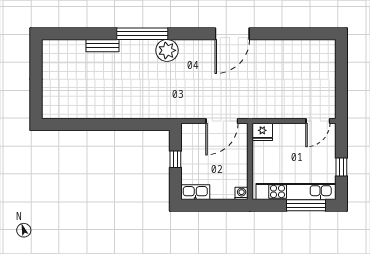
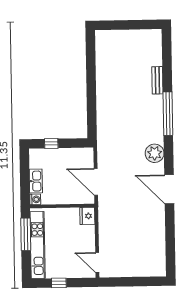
plant: (167, 50) -> (155, 153), moved
window: (175, 159) -> (51, 143), moved
kitchen sink: (195, 192) -> (36, 181), moved
window: (306, 205) -> (26, 234), moved

